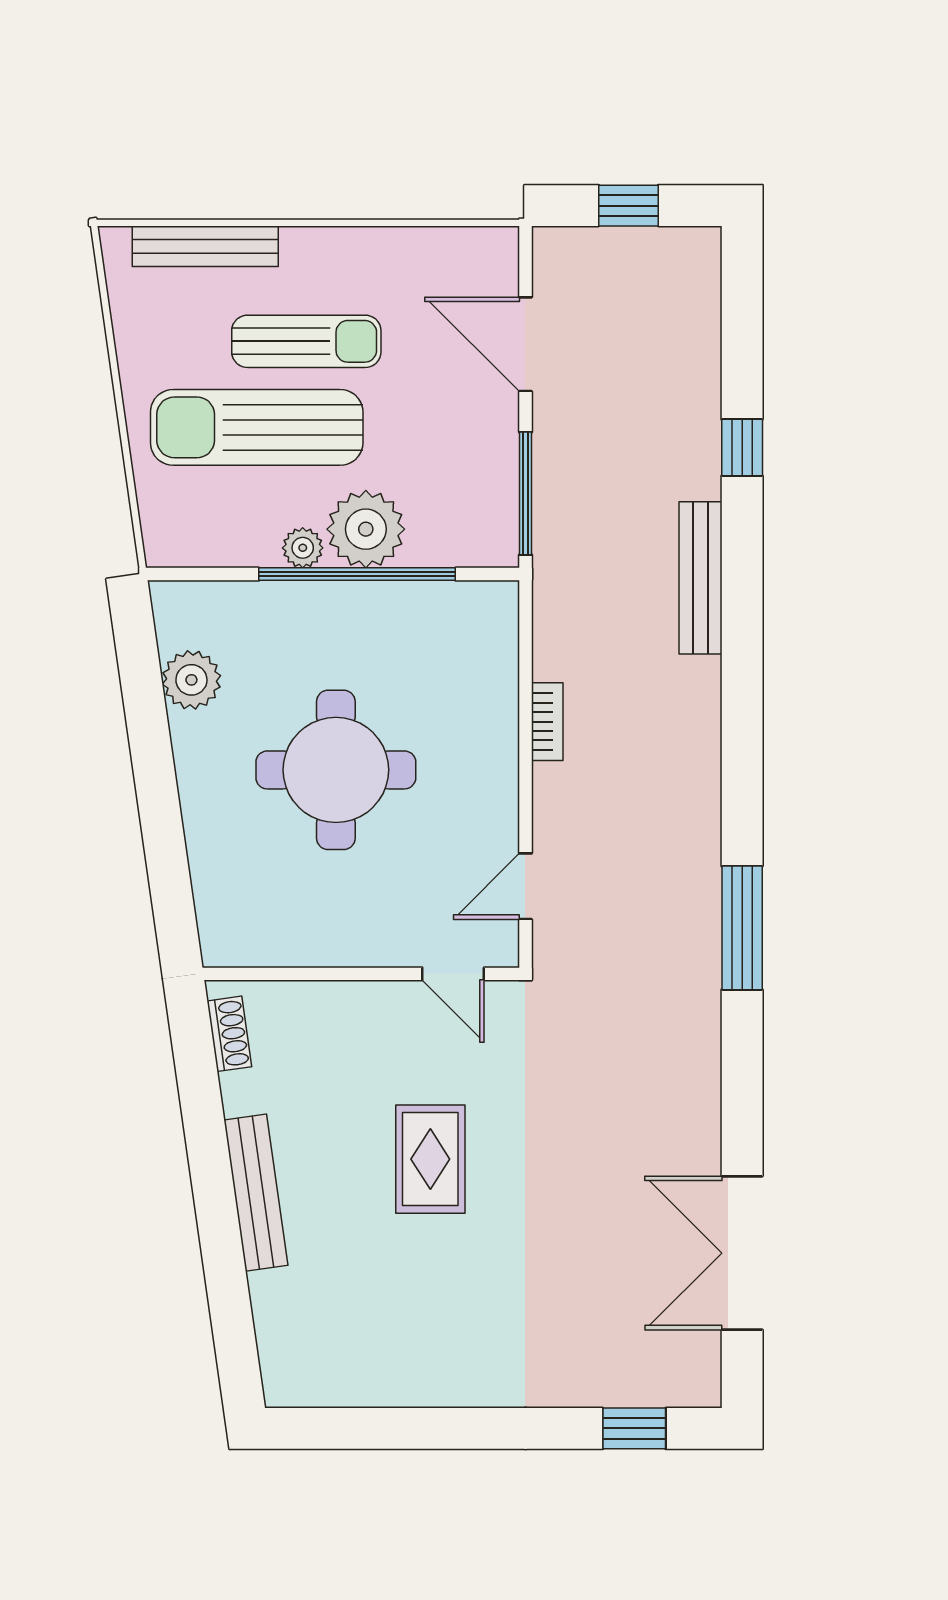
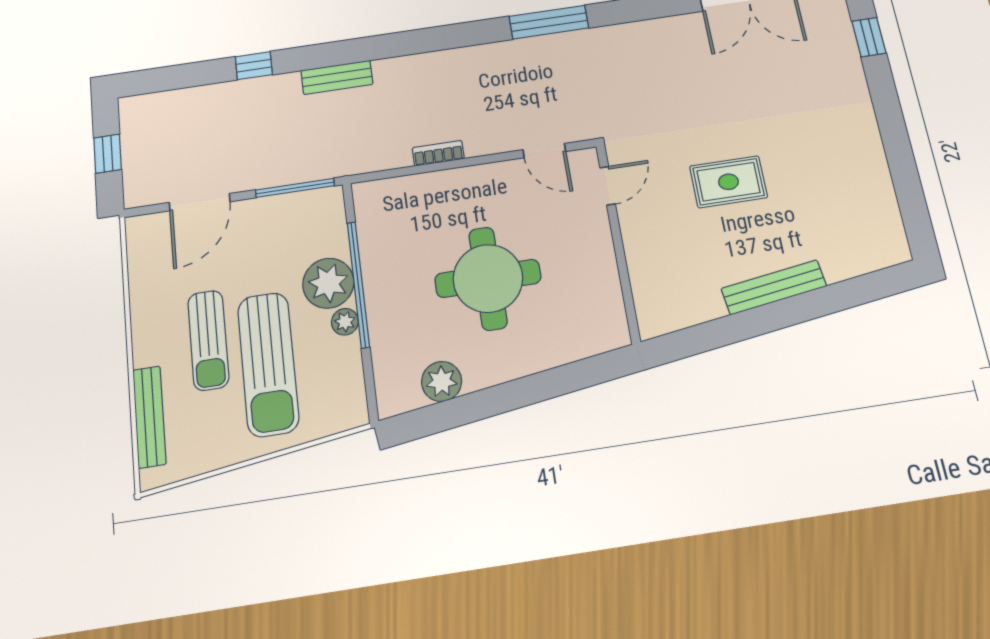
sun lounger: (306, 341) -> (208, 340), turned 180
bench: (701, 578) -> (337, 77), width x0.73
shoe rack: (229, 1034) -> (673, 320), removed

